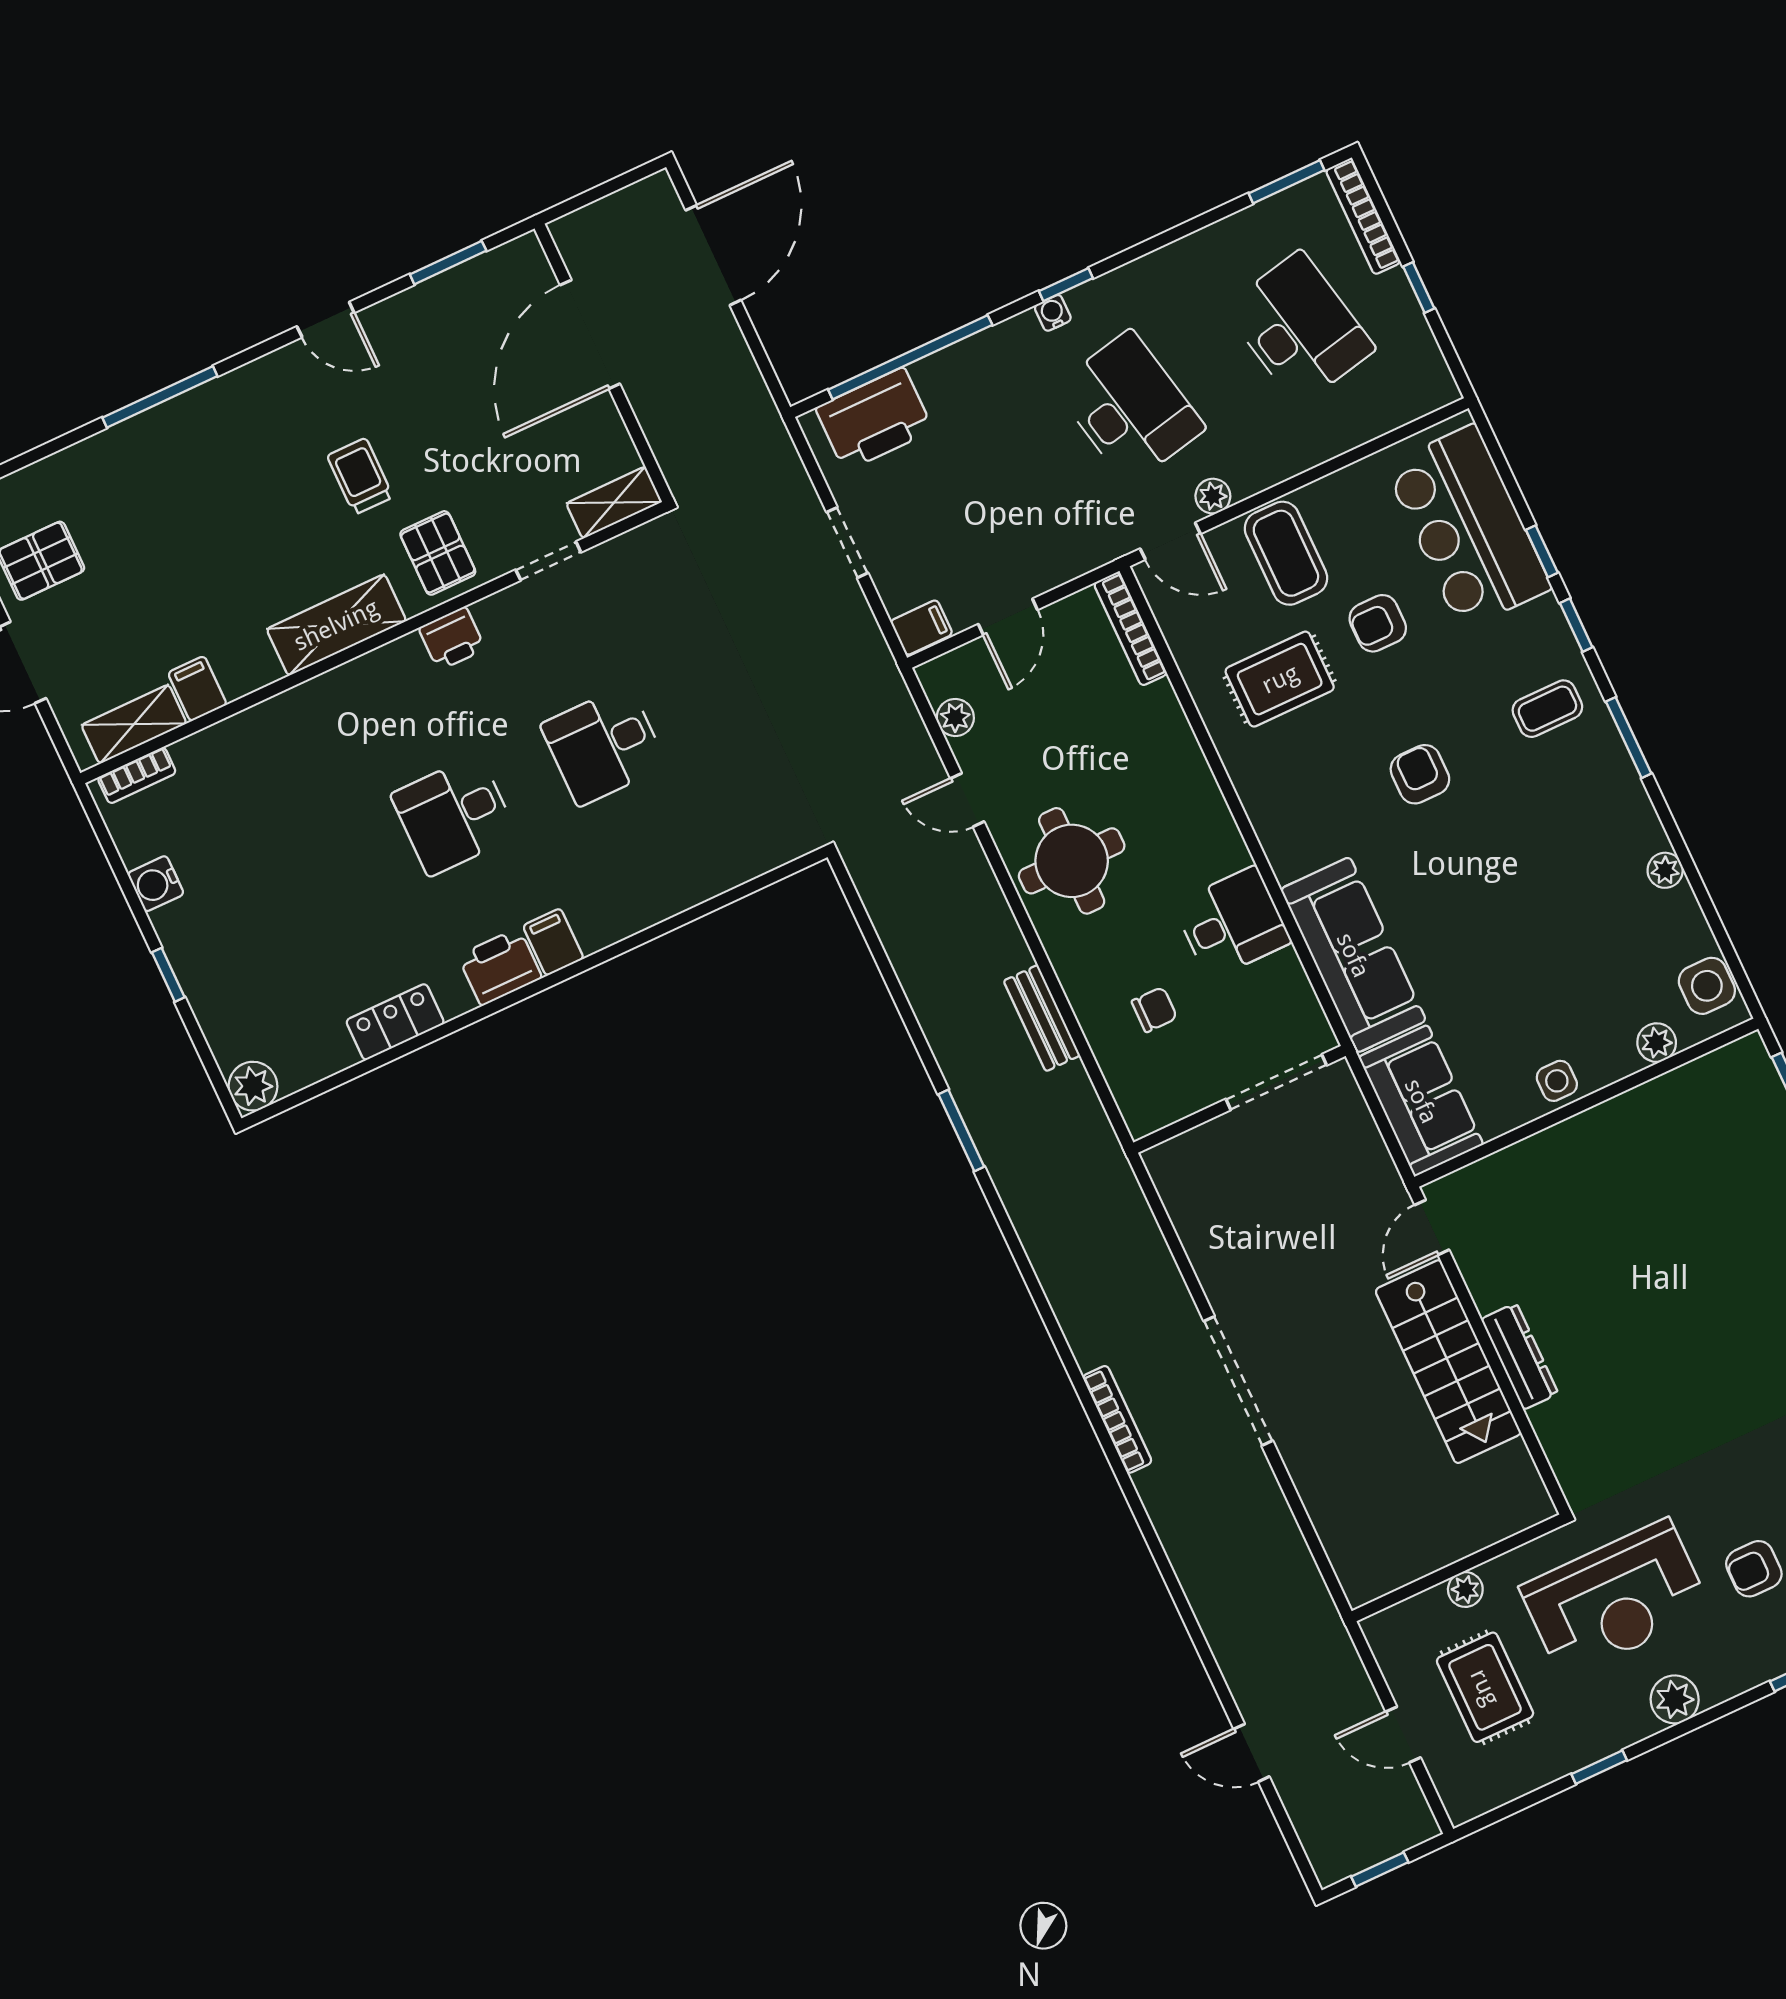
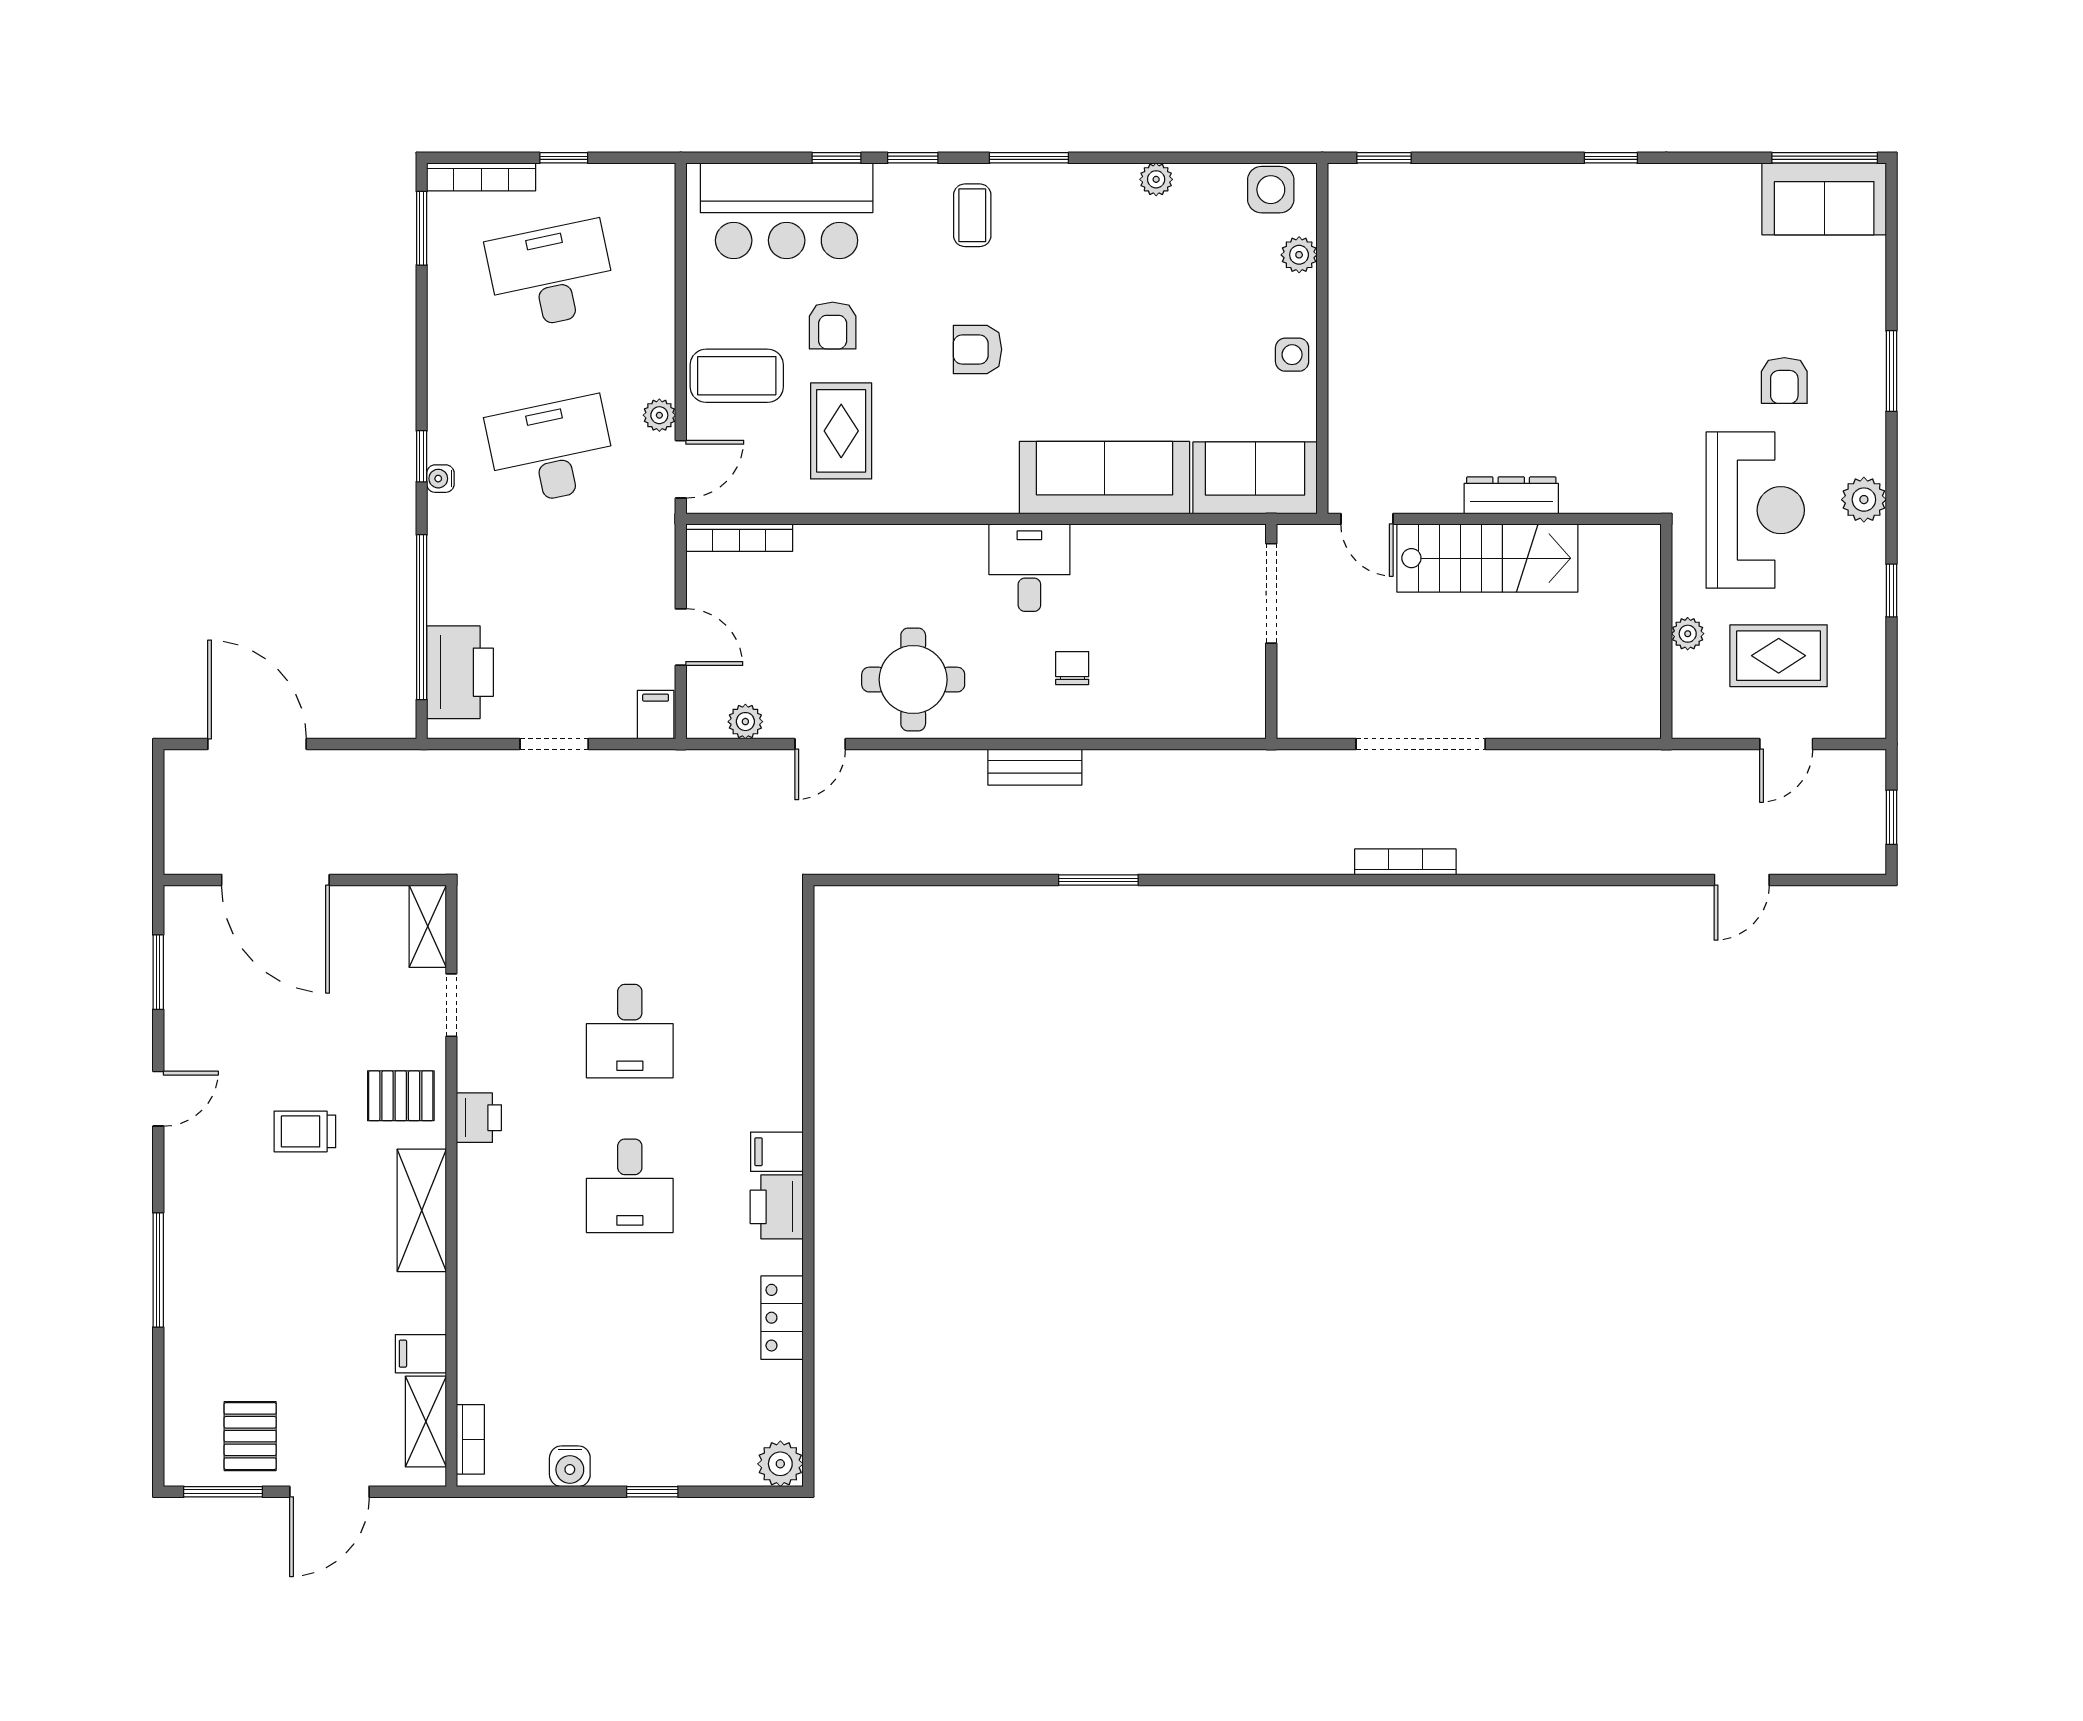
doorway: (1276, 1082) -> (1271, 593), moved
wall: (1239, 1099) -> (1271, 631), moved

